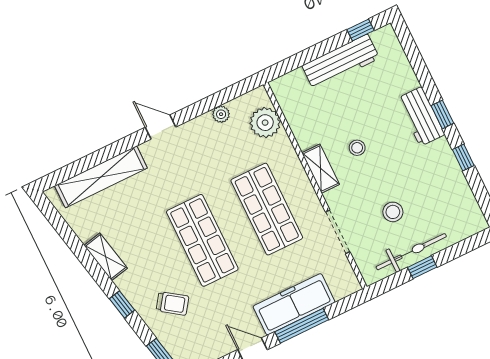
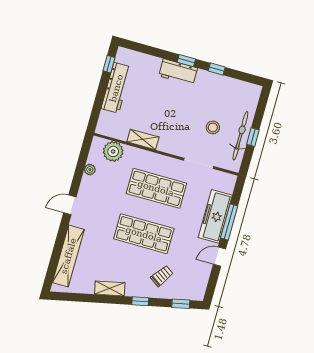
stool: (357, 148) -> (166, 117), removed
shelving: (321, 169) -> (143, 139), moved

